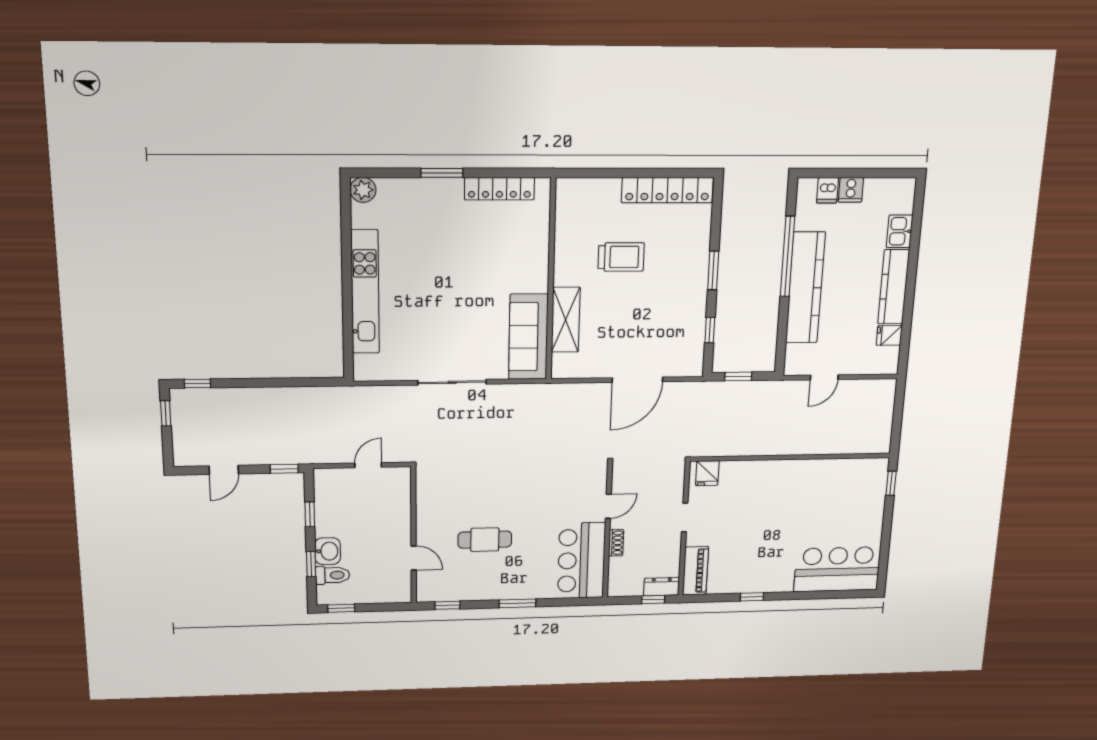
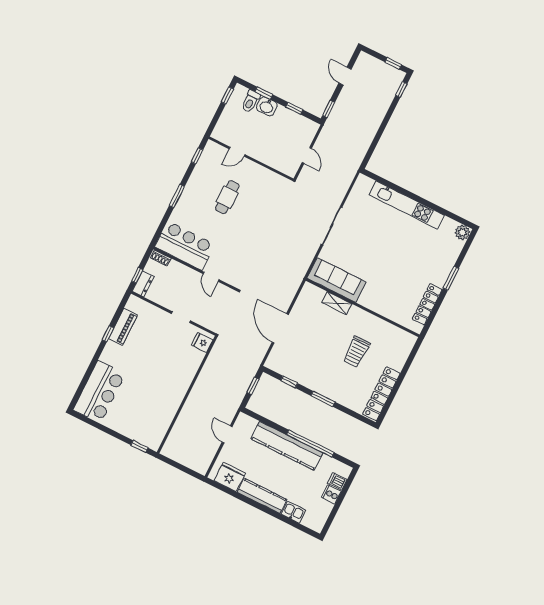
shelving: (566, 320) -> (337, 303), width x0.67, depth x0.75
fridge: (889, 335) -> (230, 477), width x1.88, depth x1.34
shoe rack: (616, 543) -> (161, 258), moved
piano: (695, 571) -> (123, 327), moved, turned -90

